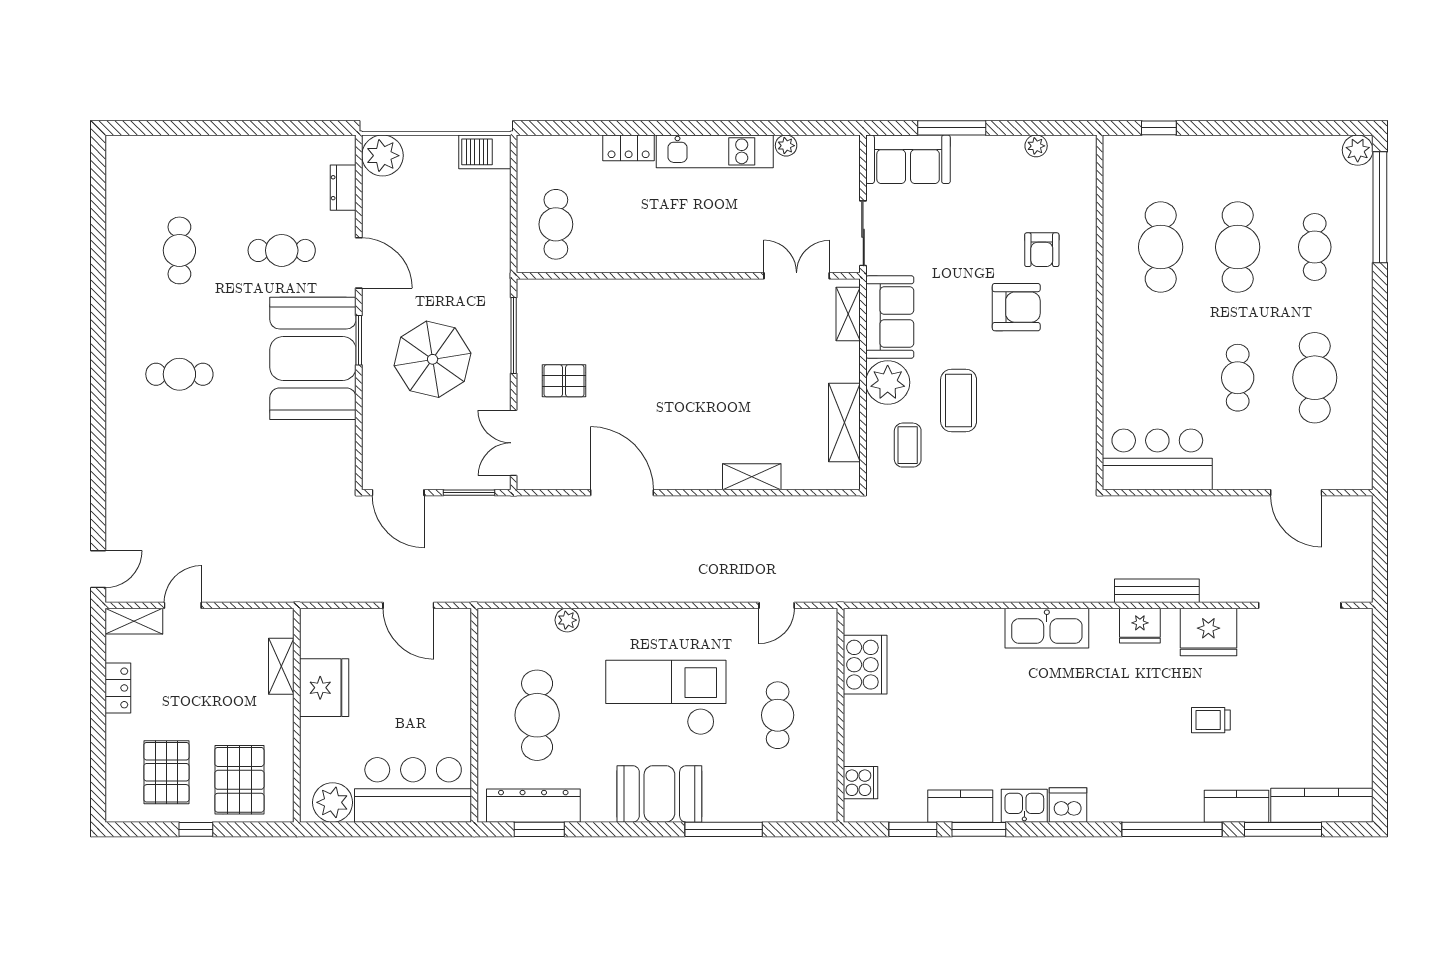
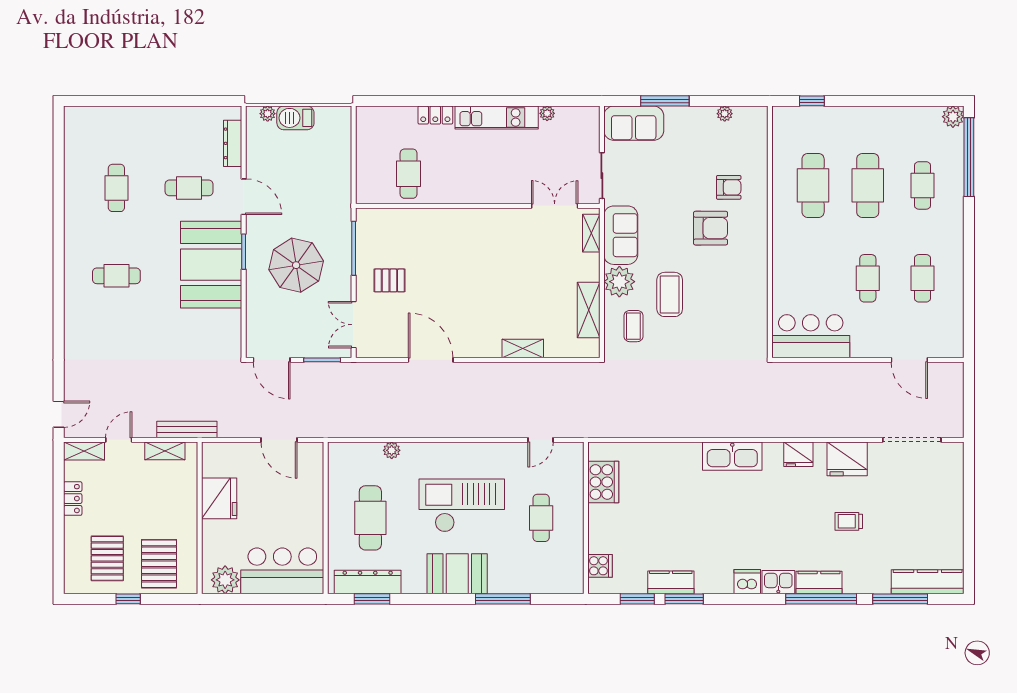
barbecue: (485, 152) -> (295, 118), moved
plant: (383, 156) -> (268, 114), width x0.53, depth x0.53
dresser: (343, 188) -> (233, 143), width x1.44
cafe table: (556, 224) -> (409, 174), moved
armchair: (1042, 250) -> (729, 187), turned -90
cafe table: (1315, 378) -> (922, 278), width x0.73, depth x0.74
bench: (1157, 591) -> (187, 429), moved
shelving: (281, 666) -> (165, 451), moved, turned 90
kitchen sink: (1024, 806) -> (778, 582), moved
kitchen counter: (1236, 806) -> (819, 582), moved

